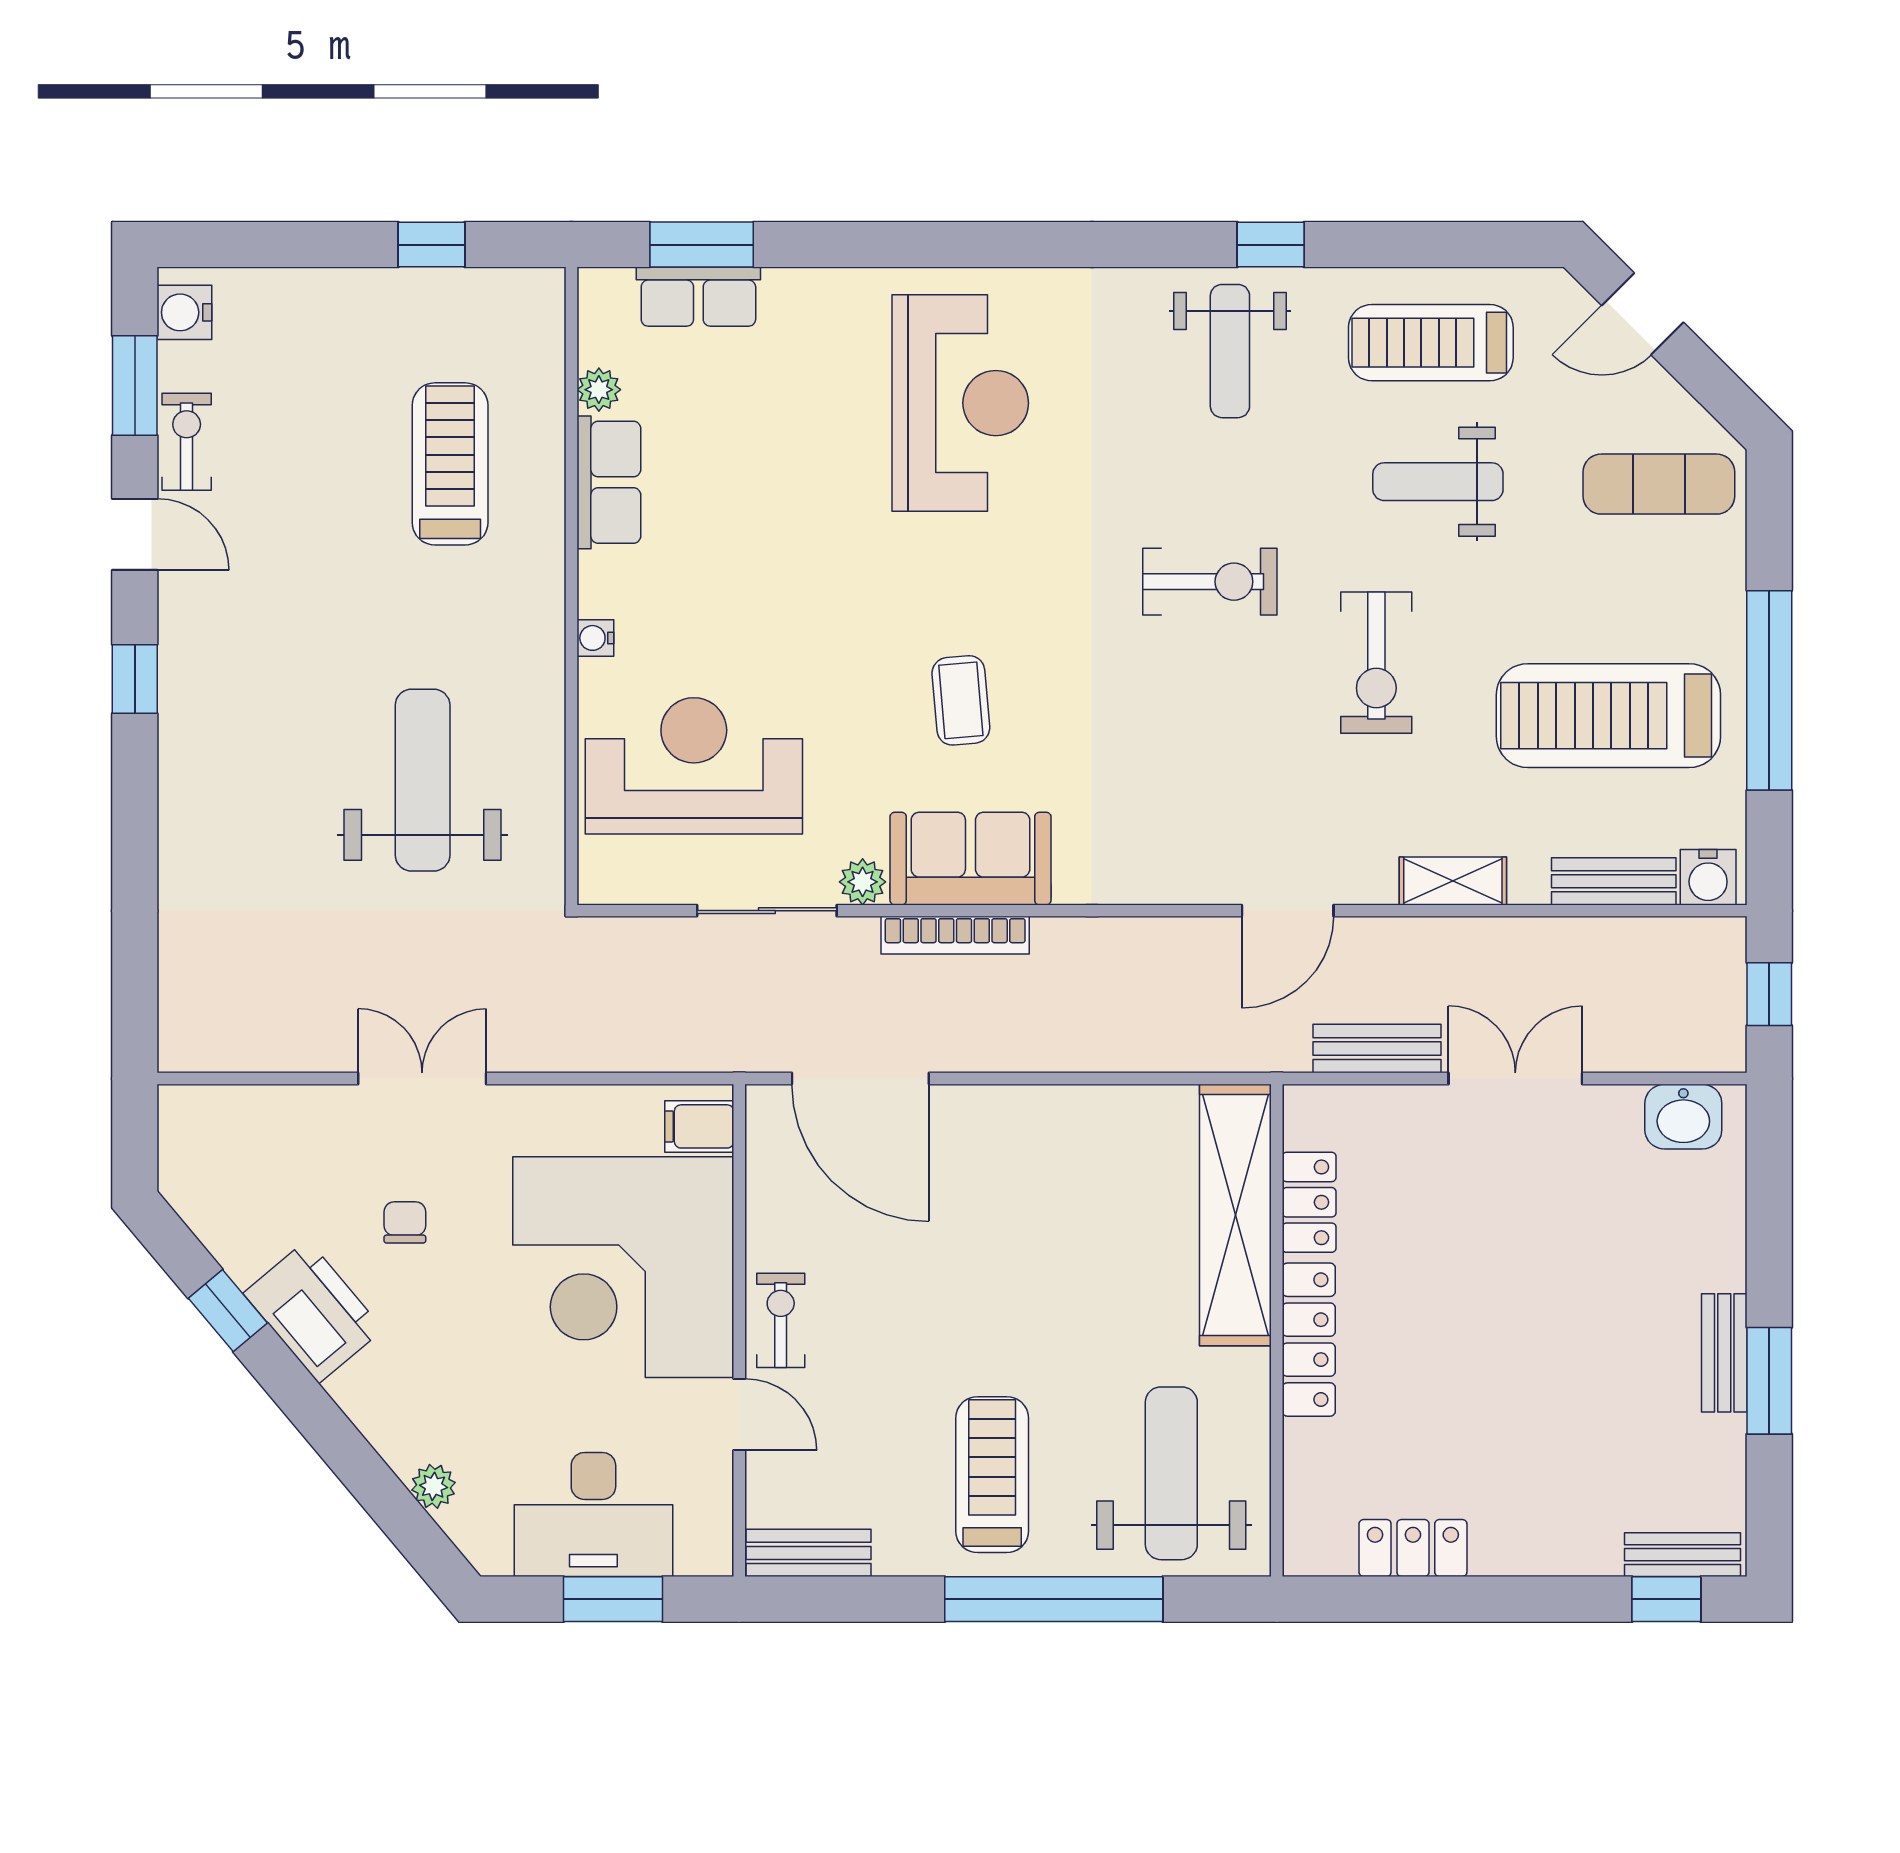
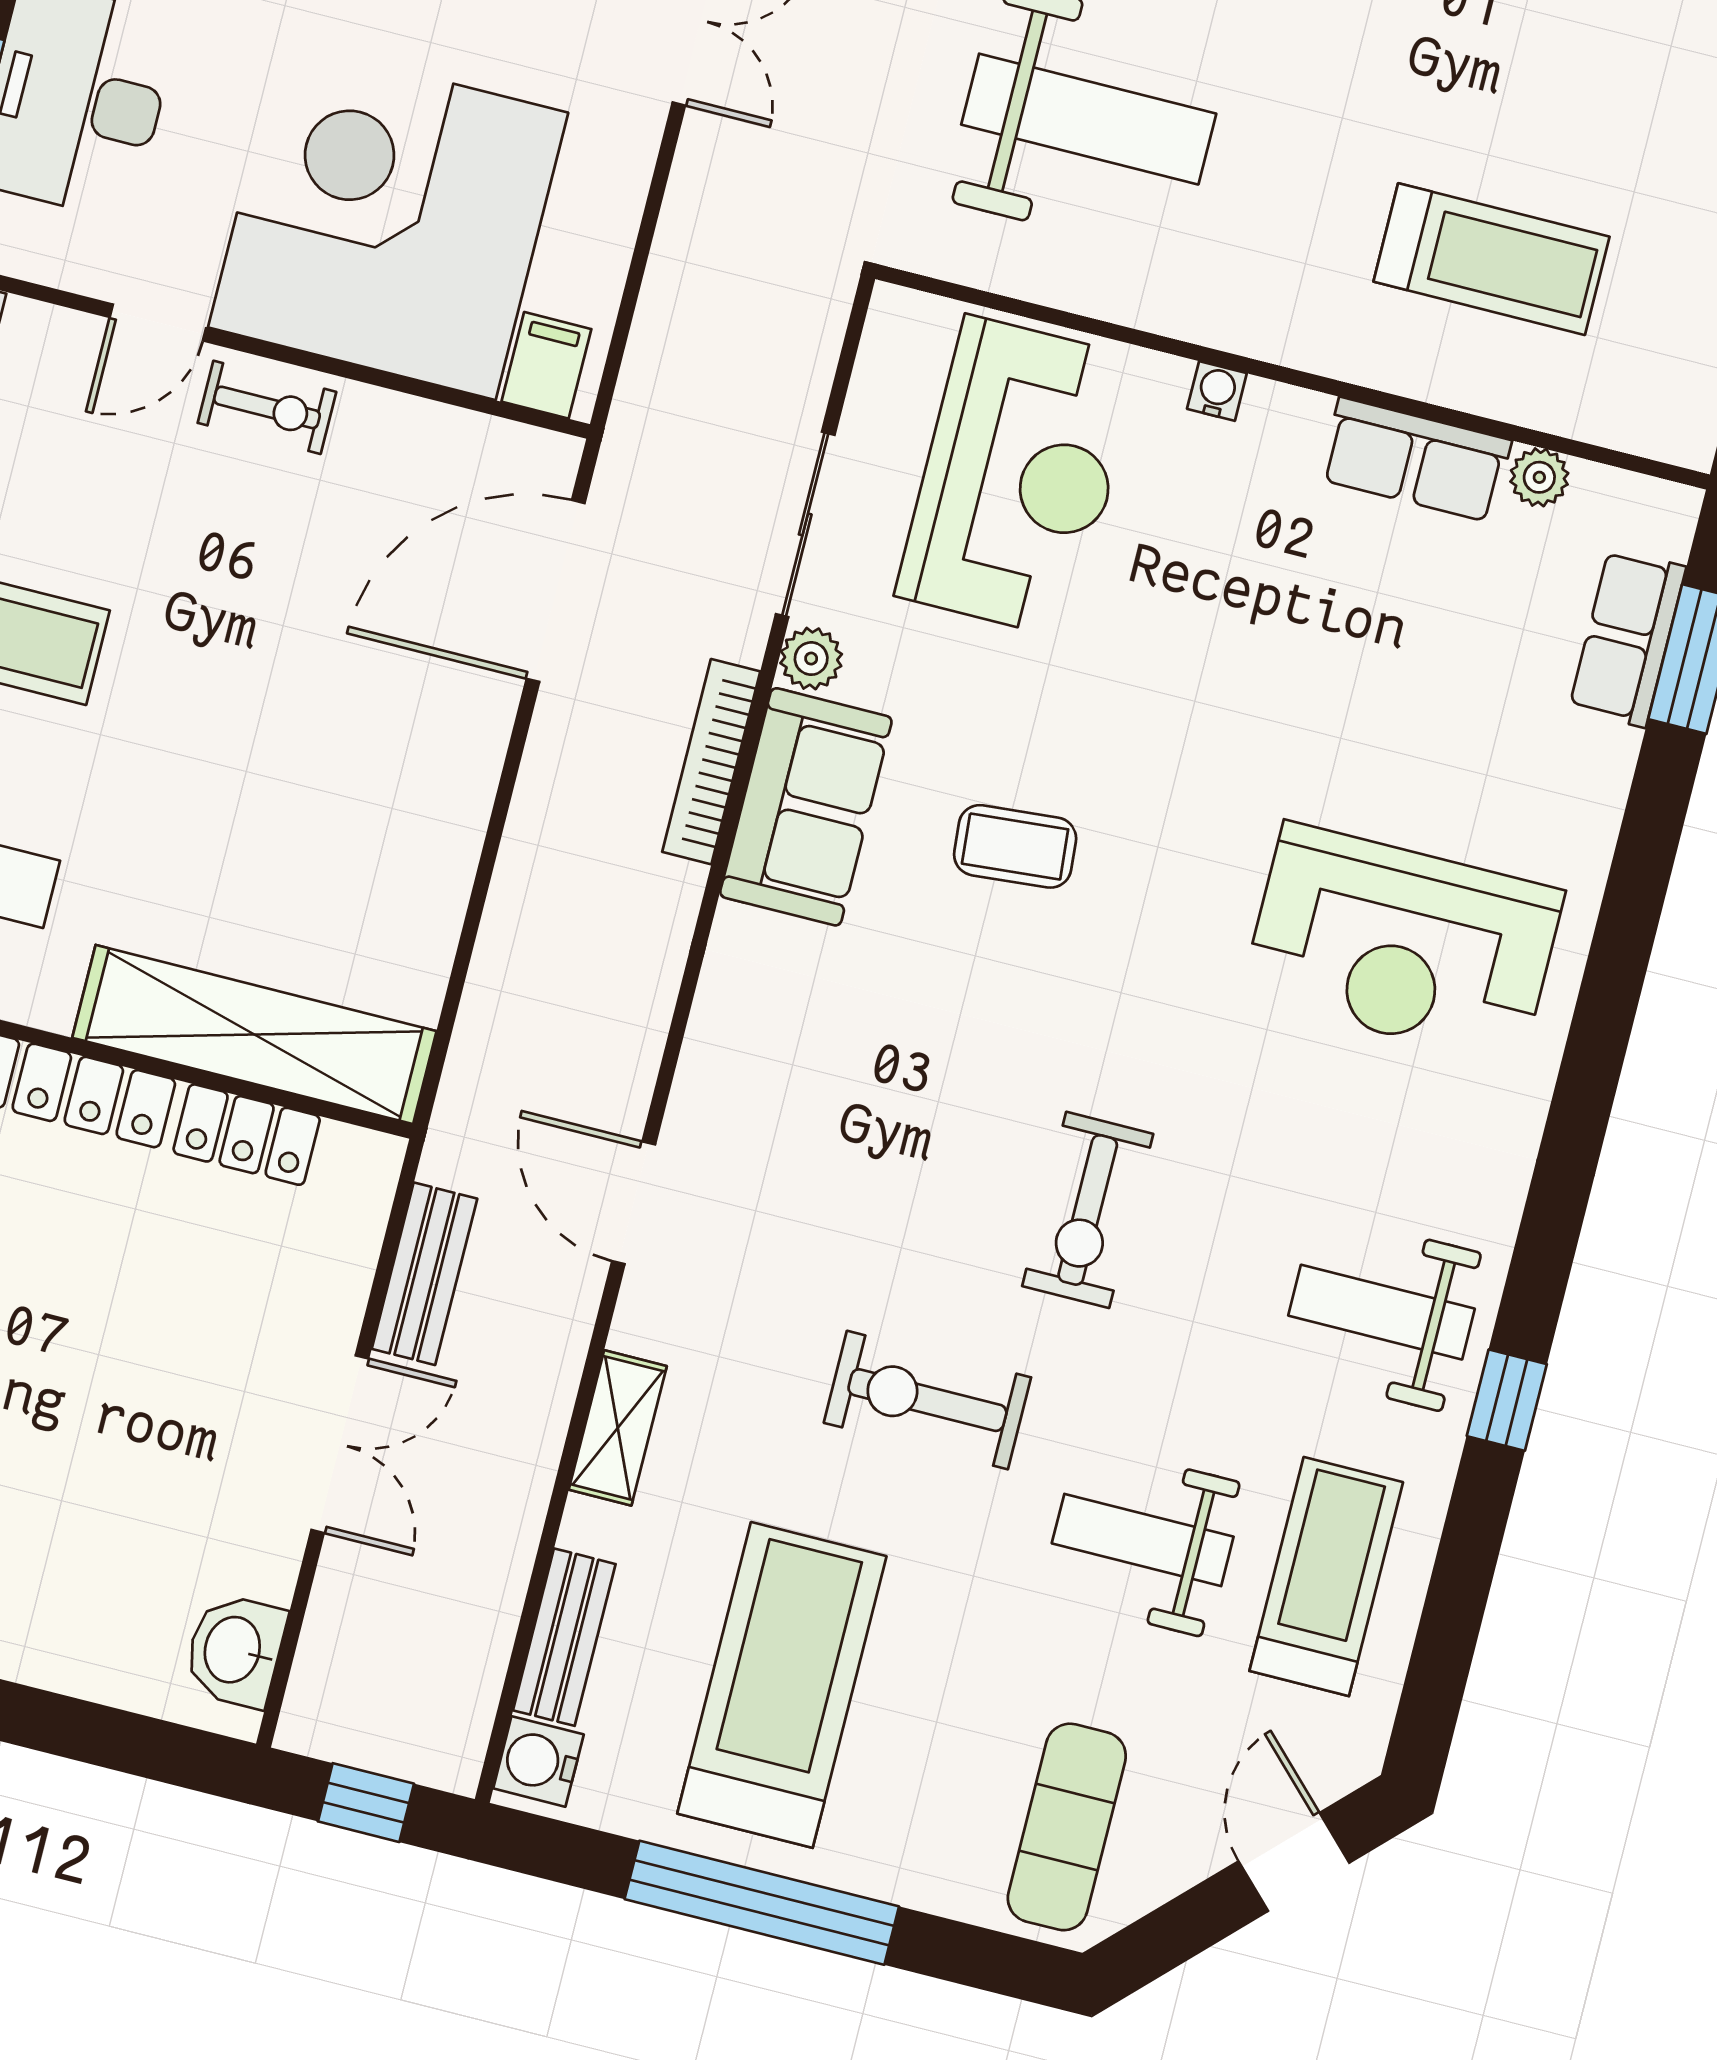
weight bench: (1438, 482) -> (1143, 1540), turned -90

